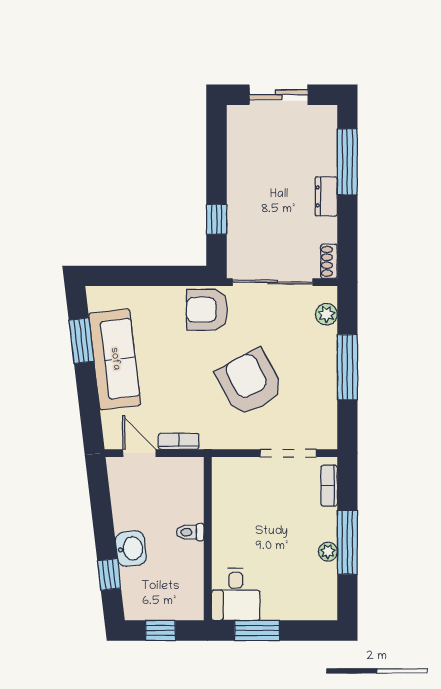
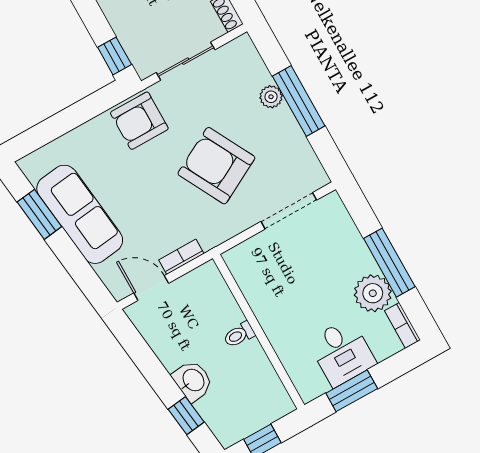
window: (217, 219) -> (115, 56), moved
sliding door: (273, 282) -> (186, 61), width x0.73
plant: (327, 314) -> (271, 97), moved
bookcase: (329, 486) -> (402, 325), moved
plant: (328, 552) -> (373, 293), width x1.88, depth x1.88
desk: (236, 594) -> (342, 352), moved

